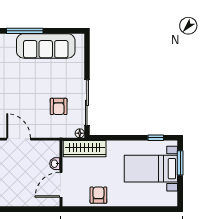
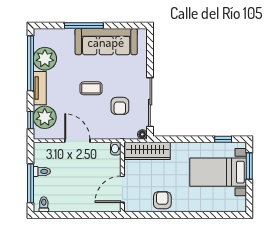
coffee table: (31, 90) -> (91, 88), added
washbasin: (55, 164) -> (116, 149), moved

